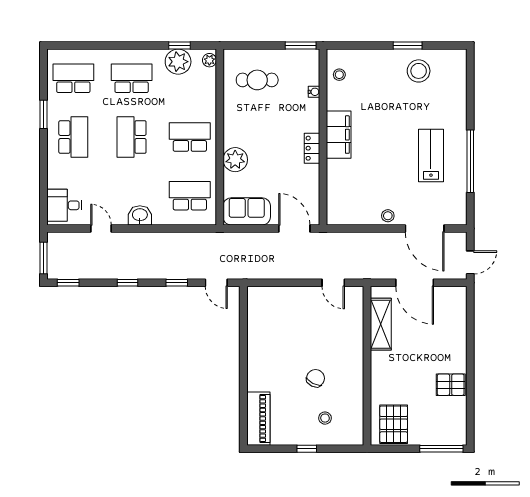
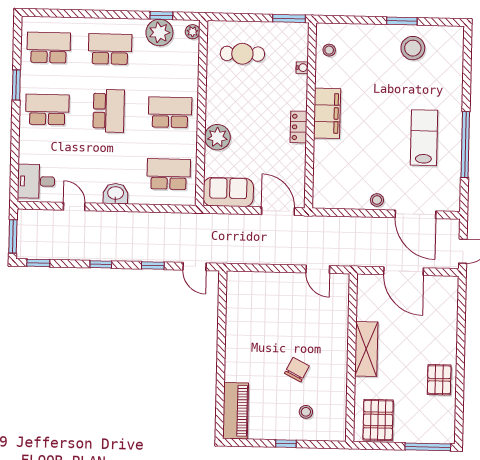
school desk: (73, 137) -> (47, 109), turned -90
school desk: (132, 137) -> (109, 111), turned 180
shelving: (381, 324) -> (366, 349), moved
pallet: (451, 385) -> (439, 380), turned 90

